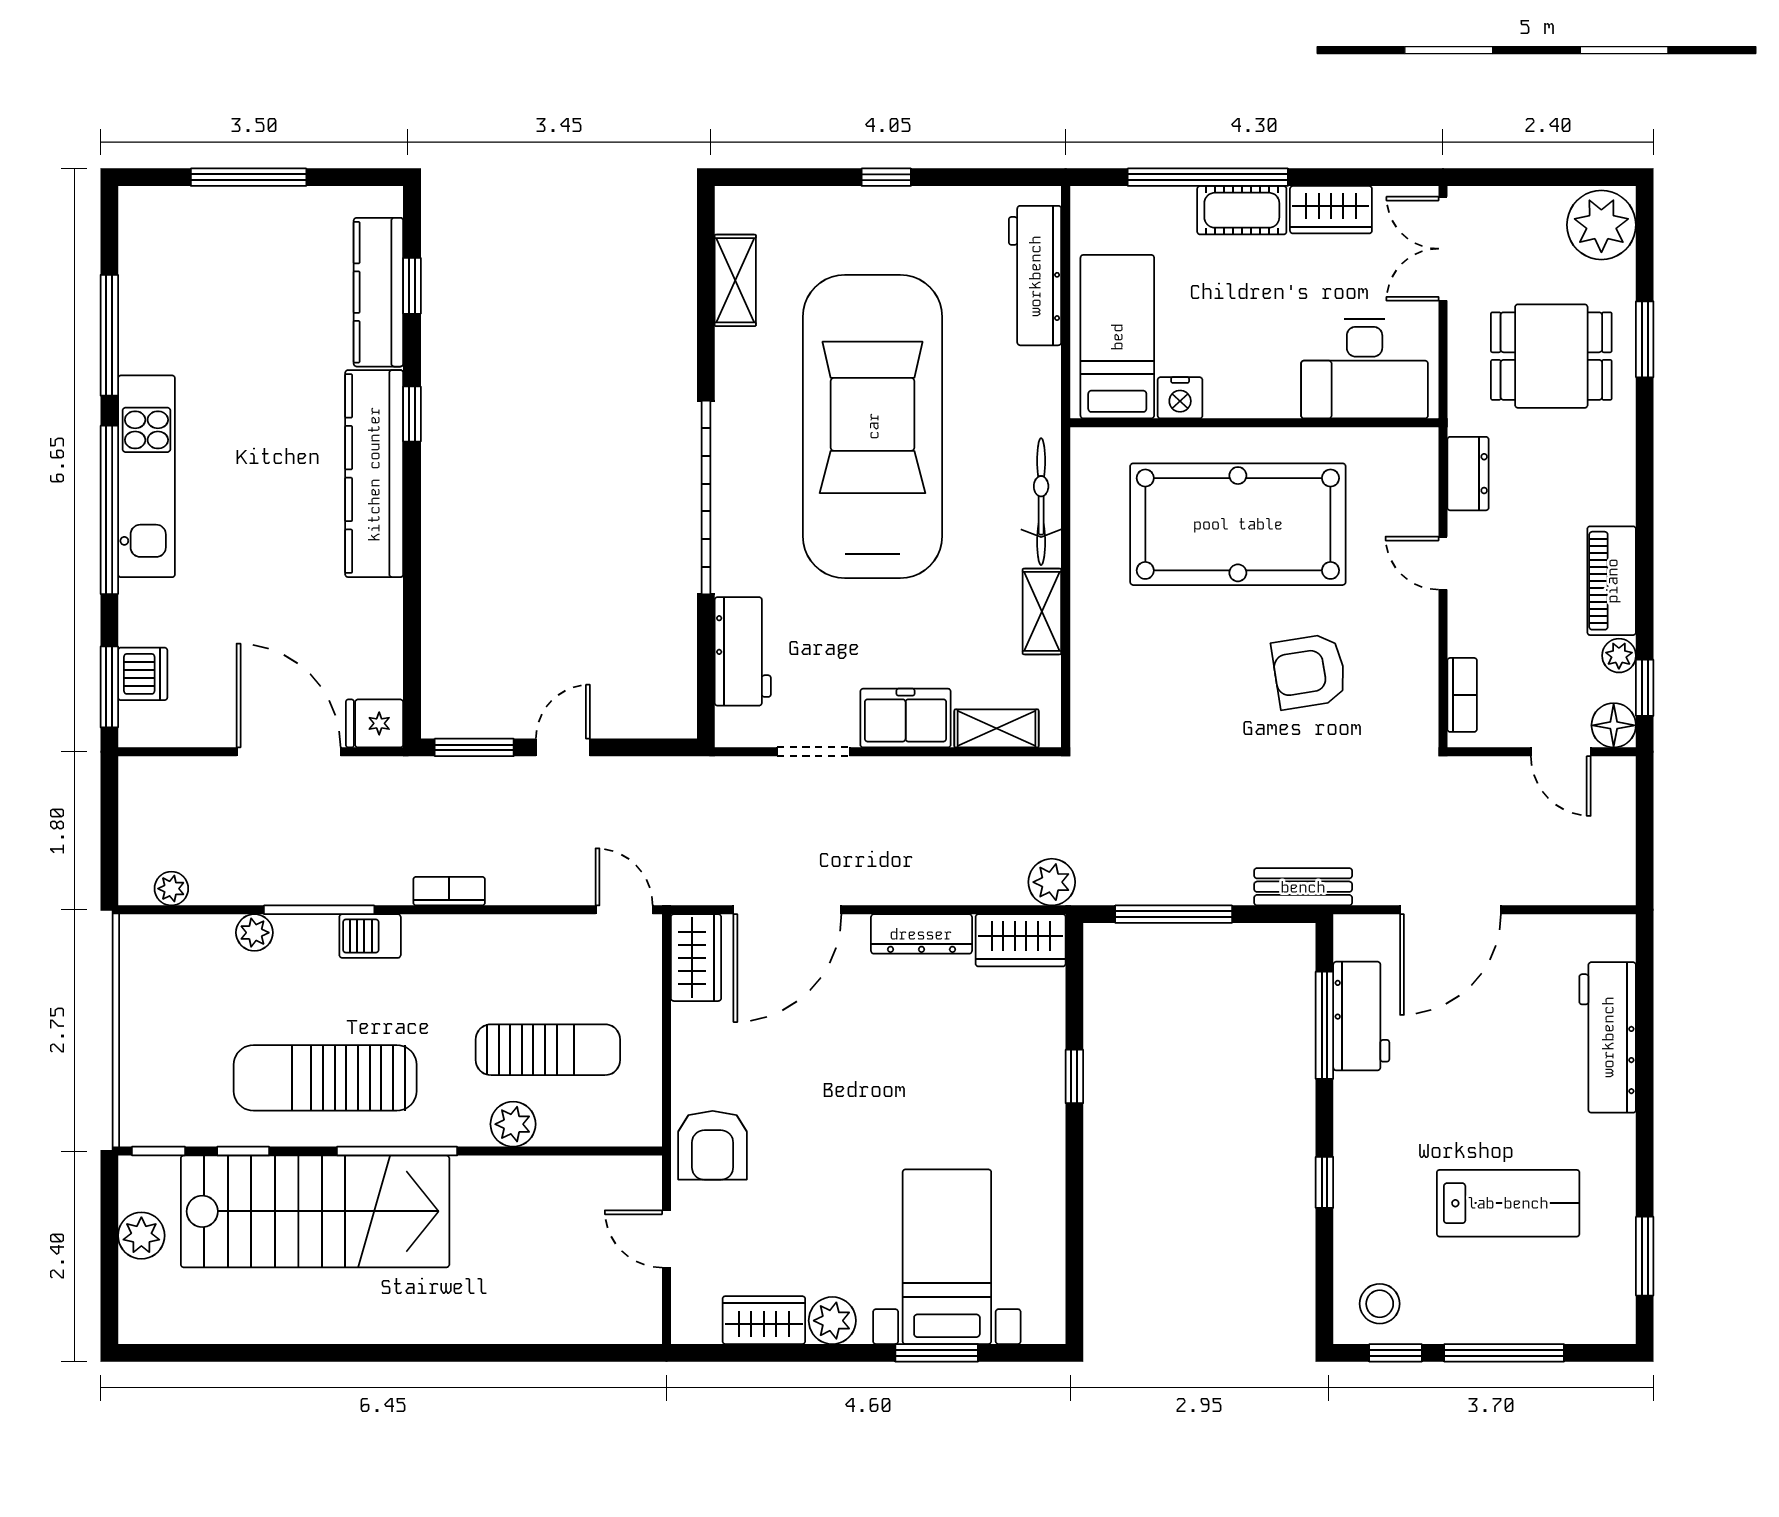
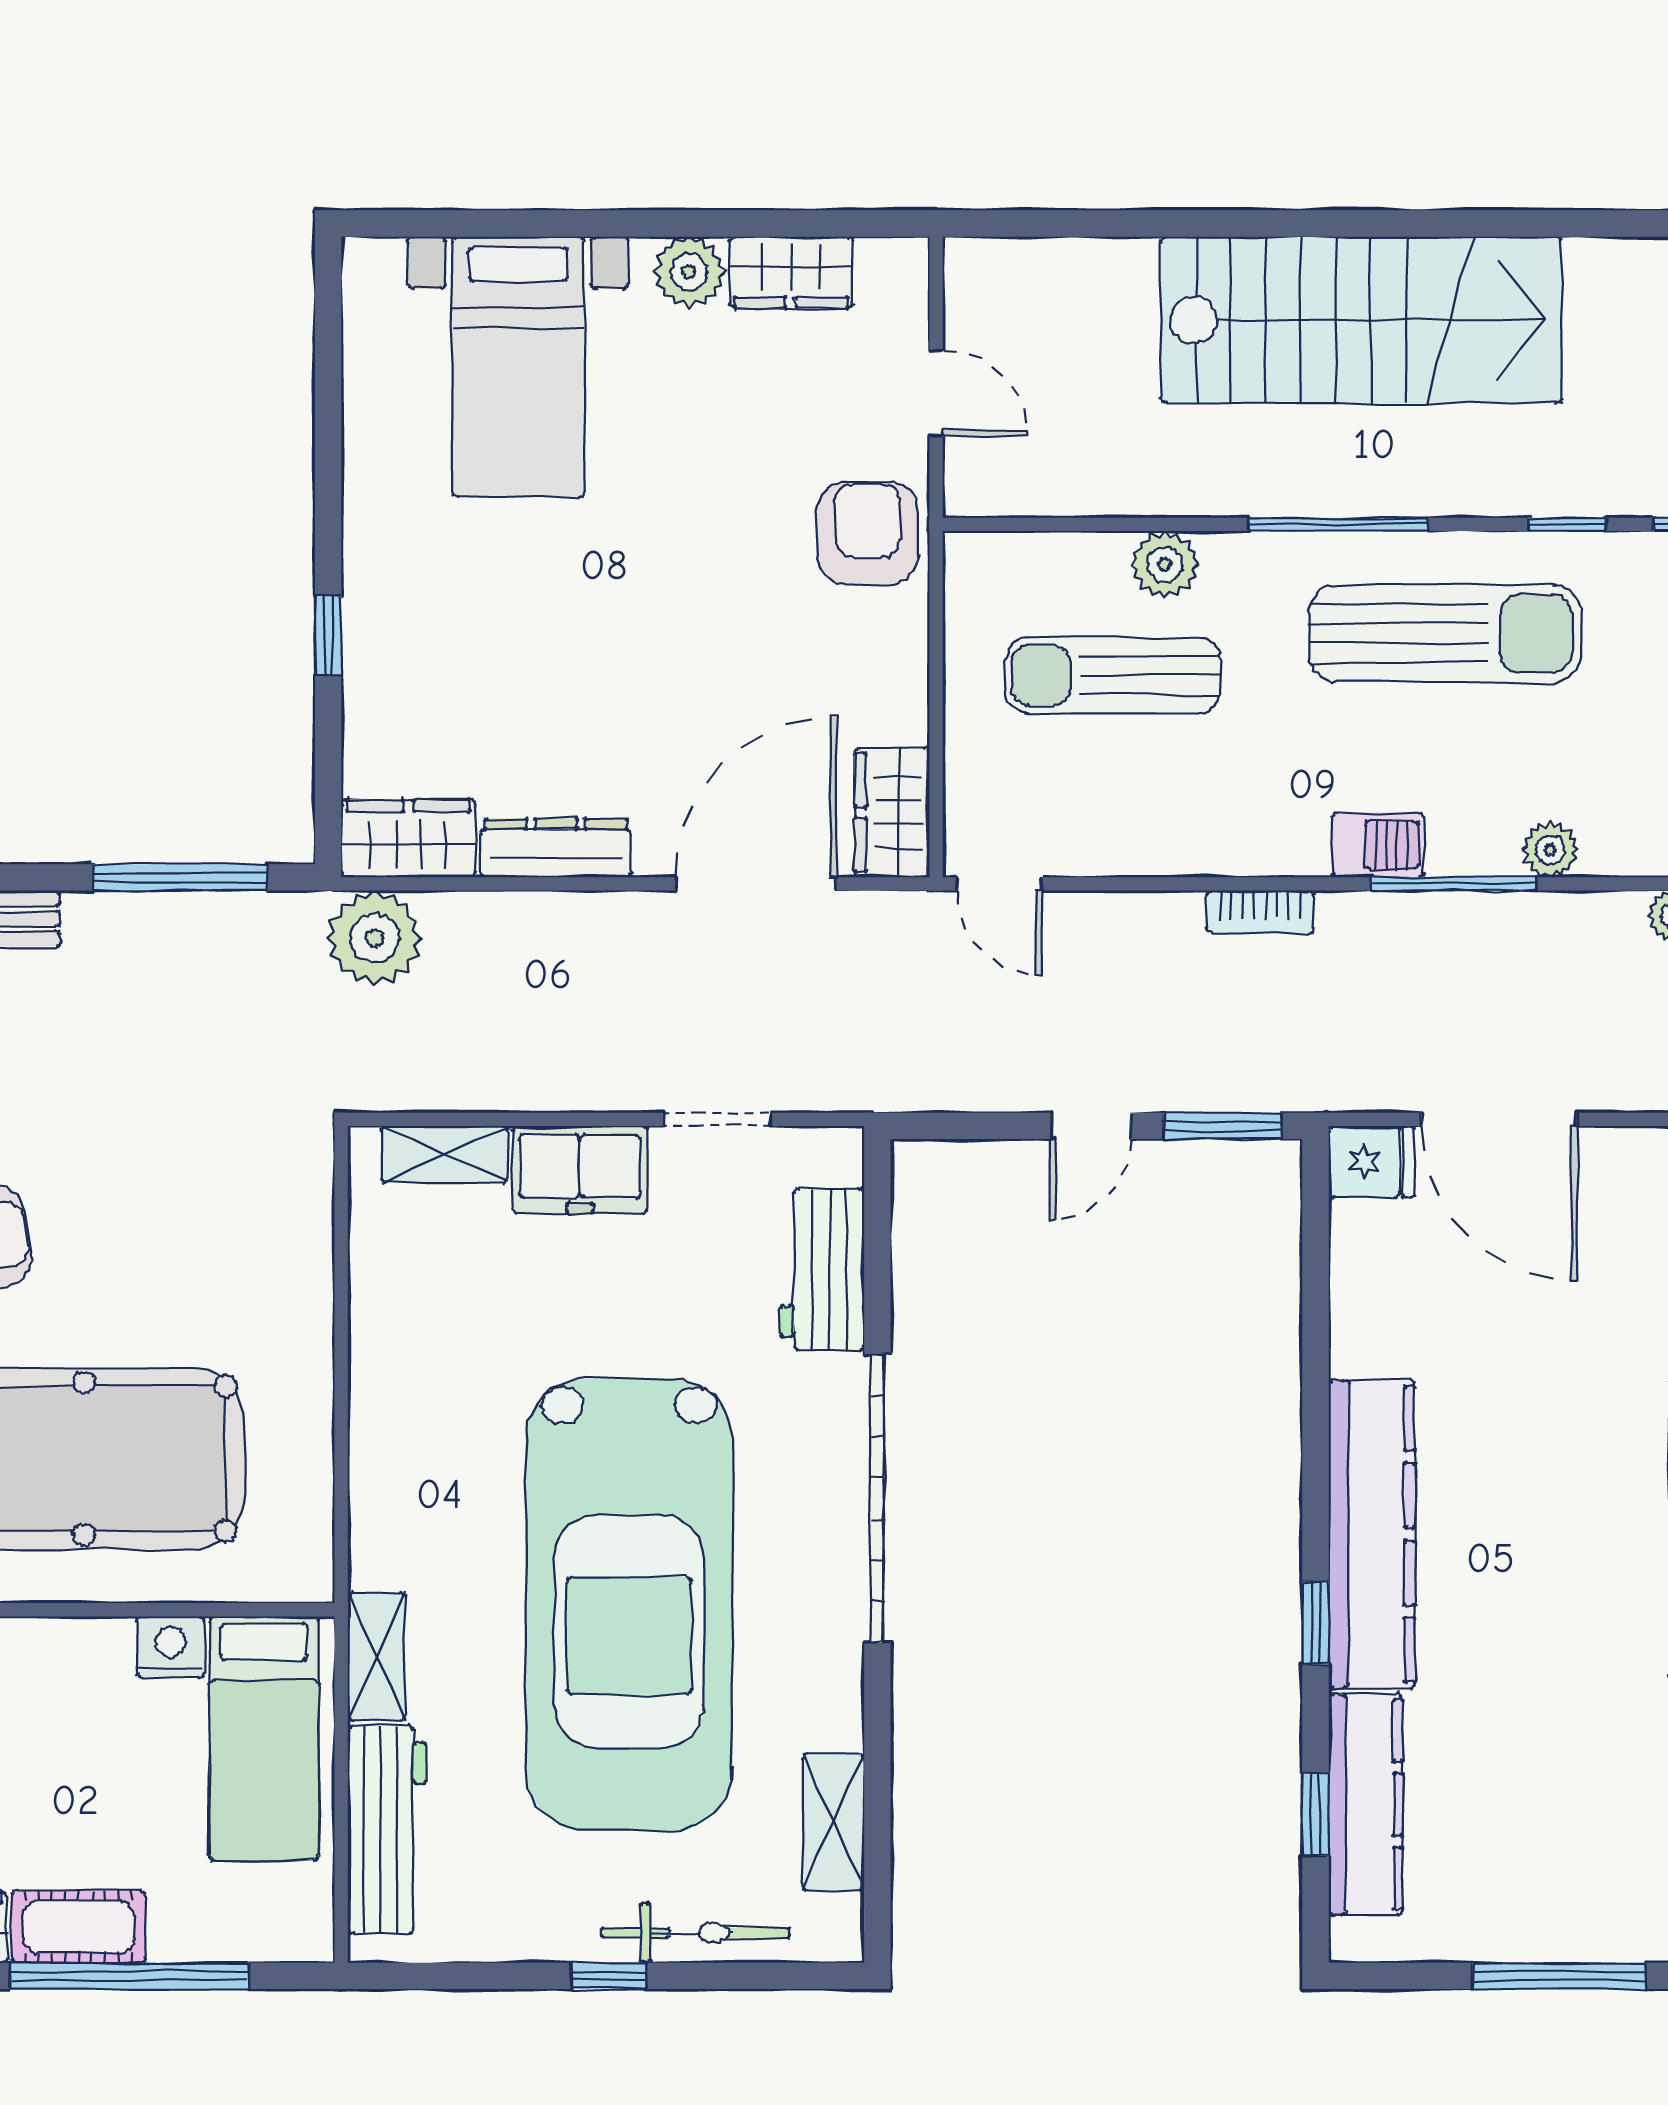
bicycle: (1041, 502) -> (695, 1933), moved, turned -90
shelving: (1042, 611) -> (376, 1656), moved
plant: (1052, 882) -> (375, 938), width x1.36, depth x1.36
stairs: (315, 1211) -> (1361, 320), moved, turned 180
window: (937, 1353) -> (533, 224), removed

